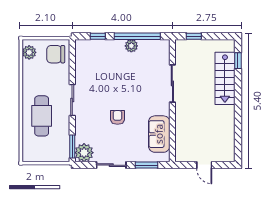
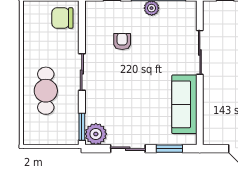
plant: (29, 52) -> (31, 16), removed
armchair: (118, 117) -> (122, 41), moved
sofa: (159, 134) -> (184, 104), width x1.36

